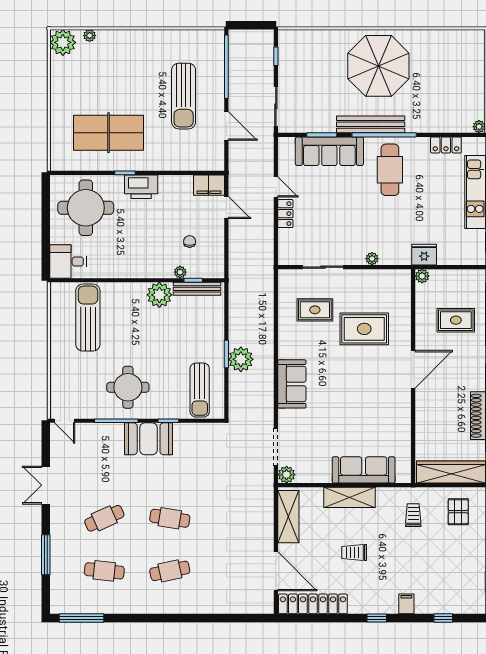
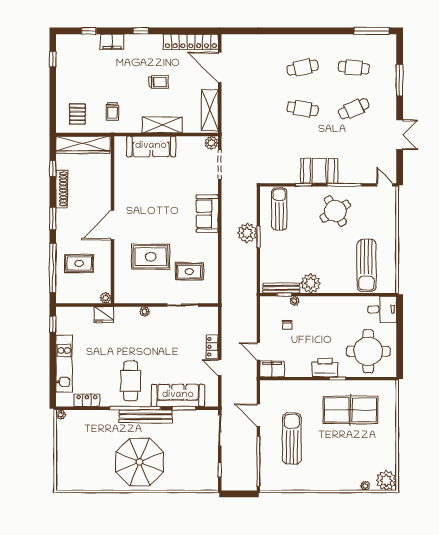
round table: (128, 387) -> (335, 211), turned -31
filing cabinet: (406, 604) -> (112, 42), width x2.00

